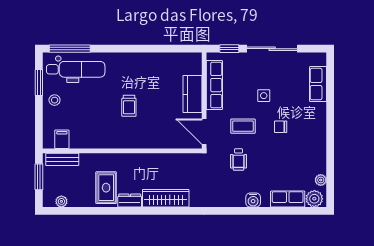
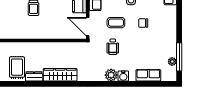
window: (330, 174) -> (179, 57), added
plant: (314, 199) -> (111, 75), moved

